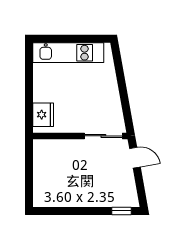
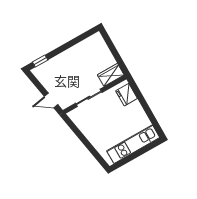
sliding door: (103, 136) -> (89, 98), moved
wardrobe: (49, 148) -> (111, 75), added

